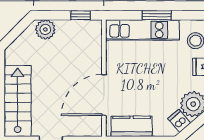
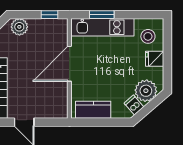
window: (157, 15) -> (102, 15), moved
door: (104, 95) -> (69, 64), moved

